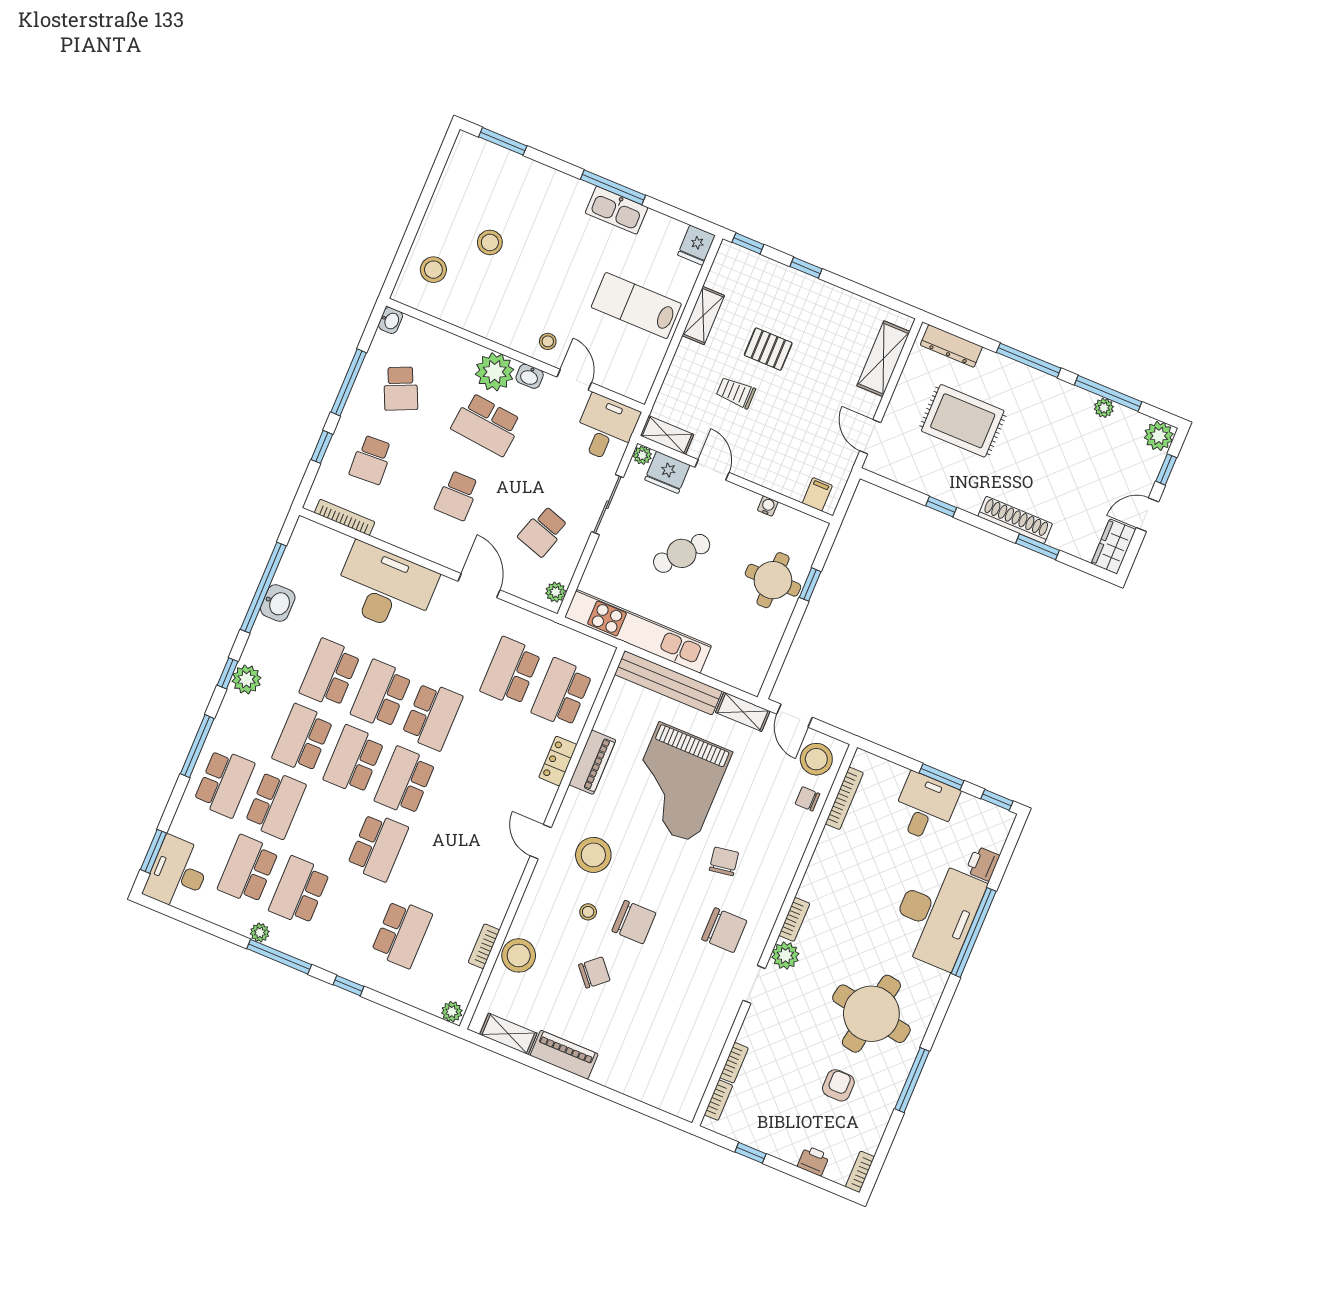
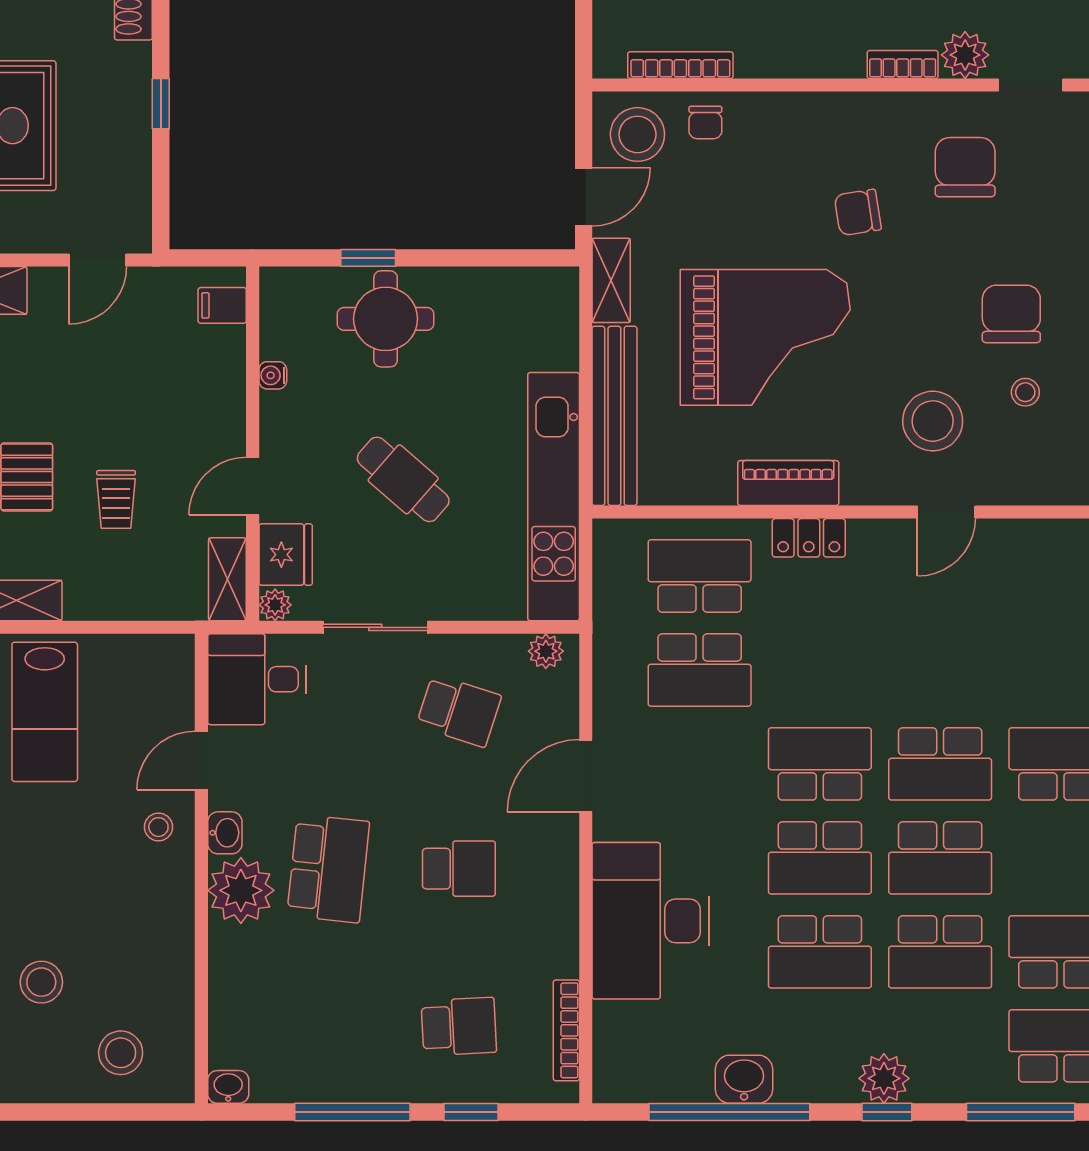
school desk: (401, 389) -> (328, 1027), removed
school desk: (562, 693) -> (700, 576), turned 180

